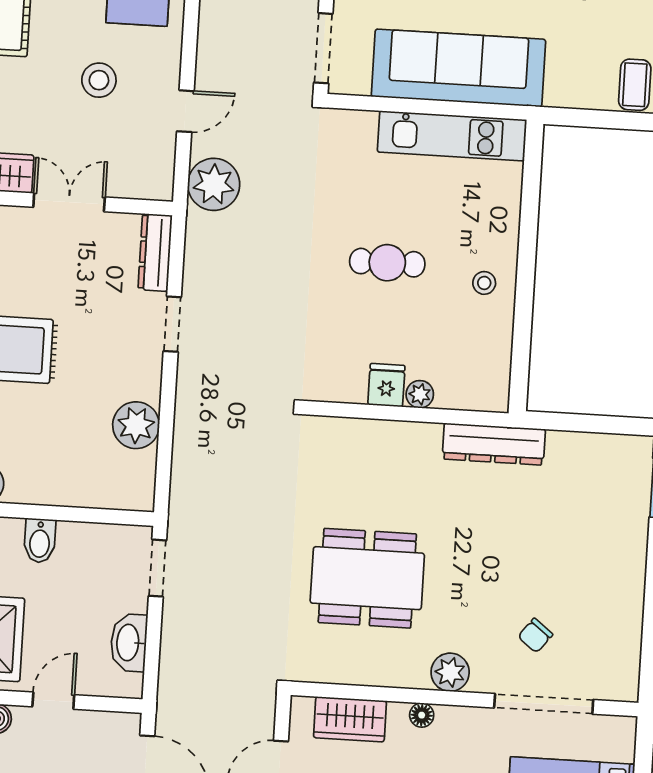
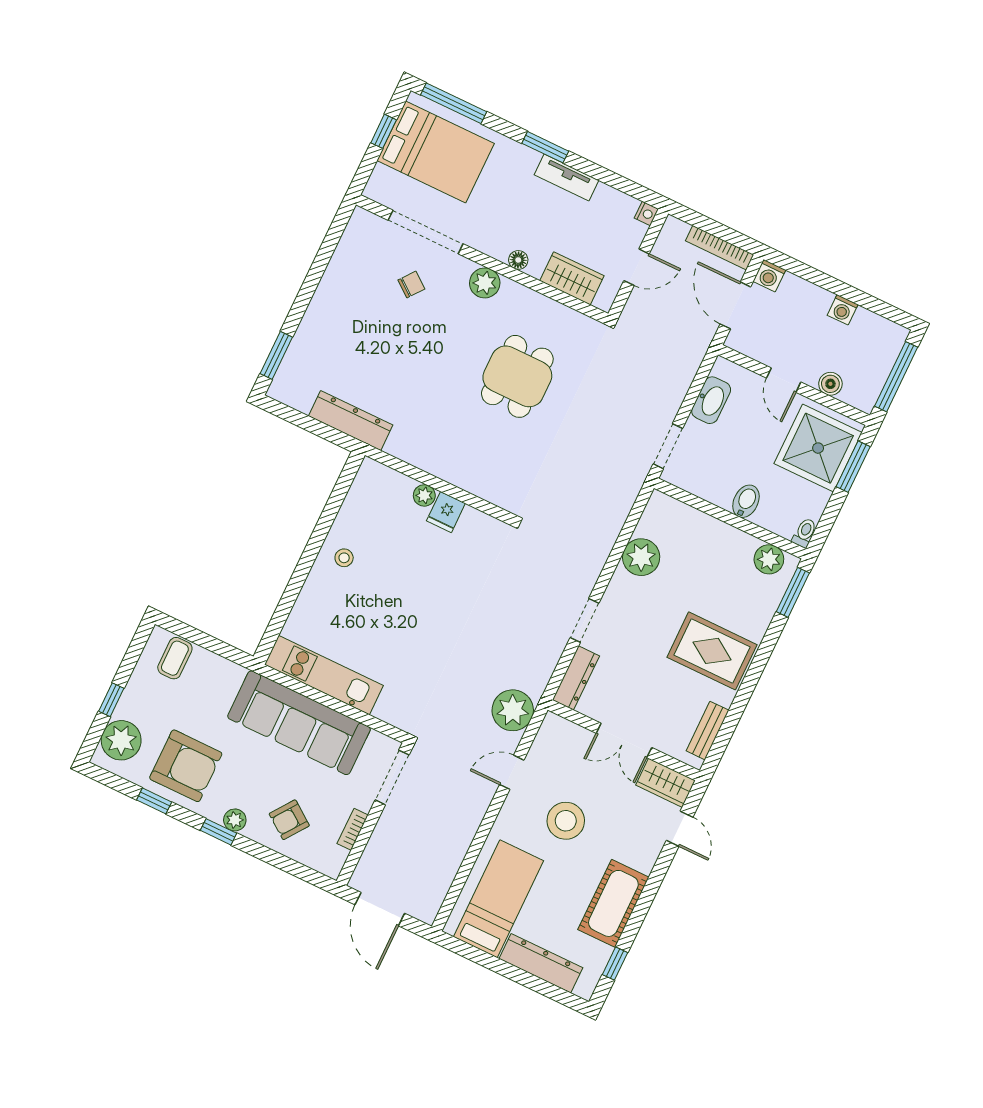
stool: (99, 80) -> (566, 821), width x1.38, depth x1.38
cafe table: (387, 263) -> (409, 601), removed
dresser: (494, 444) -> (351, 421), moved
dining table: (367, 578) -> (517, 376), width x0.73
door: (53, 701) -> (784, 380), hinge flipped

